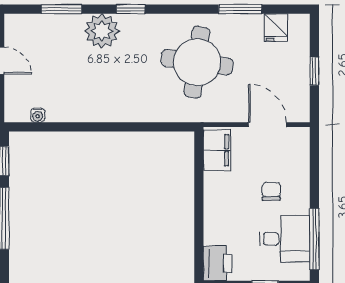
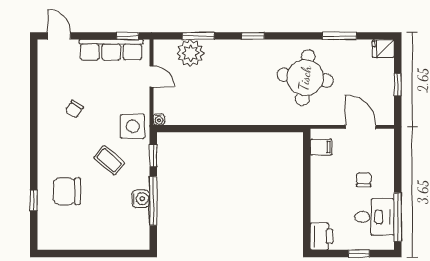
fridge: (276, 27) -> (383, 49), moved, turned 90
plant: (102, 31) -> (191, 53), moved
water cooler: (38, 115) -> (159, 119), moved
filing cabinet: (217, 150) -> (321, 147), width x0.50

